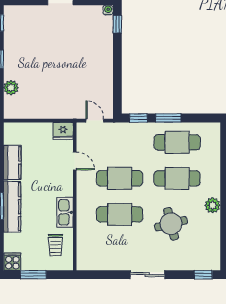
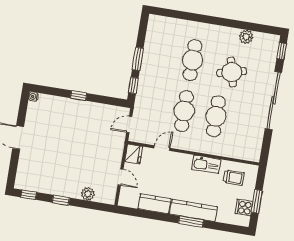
window: (117, 24) -> (79, 96), moved
door: (35, 121) -> (121, 177), added
cafe table: (177, 142) -> (161, 55), removed
plant: (212, 205) -> (246, 37), moved
cooker: (12, 262) -> (244, 208), moved
sliding door: (147, 275) -> (273, 101), width x1.86

